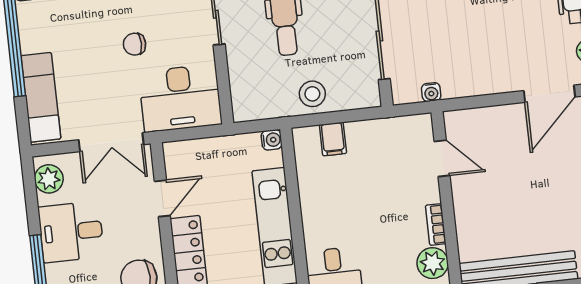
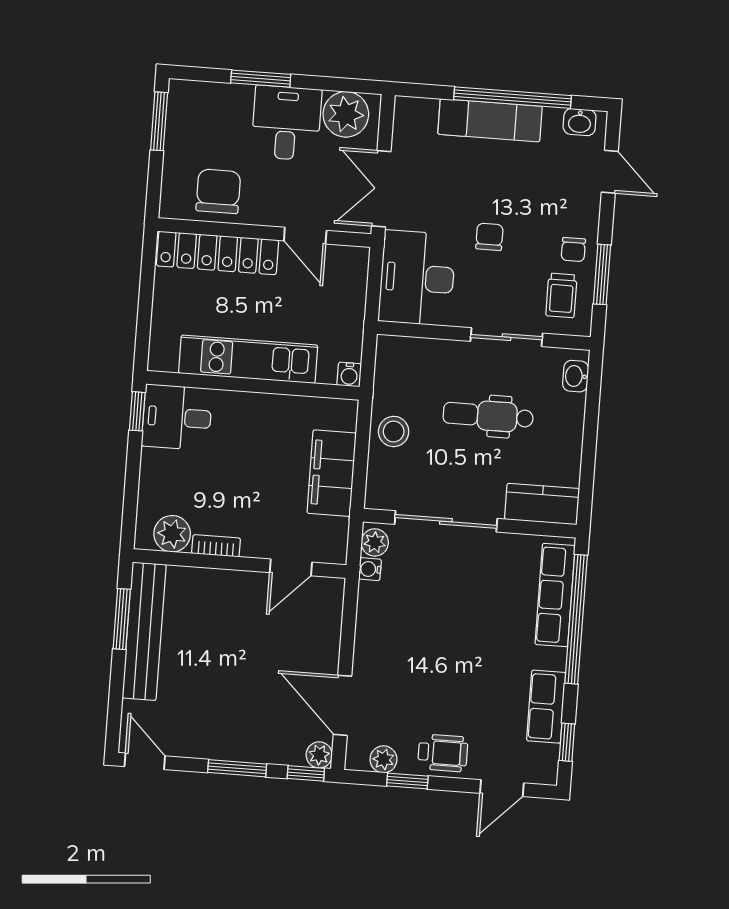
plant: (408, 92) -> (375, 542), added
exam couch: (41, 97) -> (490, 120), moved
filing cabinet: (333, 139) -> (332, 473), width x3.00, depth x1.17
plant: (49, 179) -> (346, 114), width x1.36, depth x1.36

